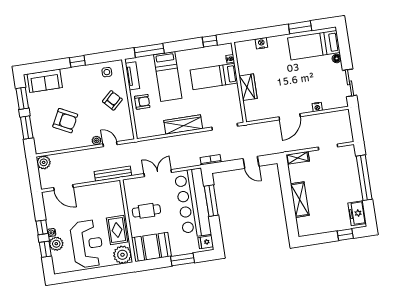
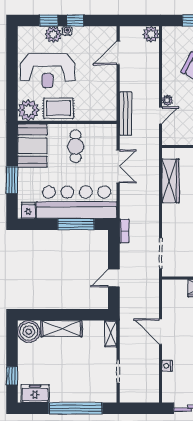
wardrobe: (183, 125) -> (170, 181), moved
boiler: (306, 226) -> (29, 332), added

